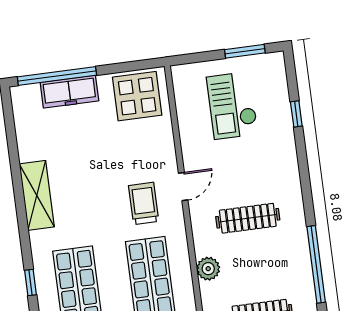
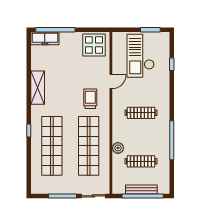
freezer: (69, 92) -> (45, 38), moved
checkout: (232, 105) -> (141, 56), width x1.36, depth x1.21
door: (183, 187) -> (111, 81), moved
plant: (208, 269) -> (118, 148), moved

